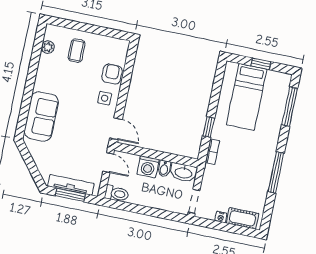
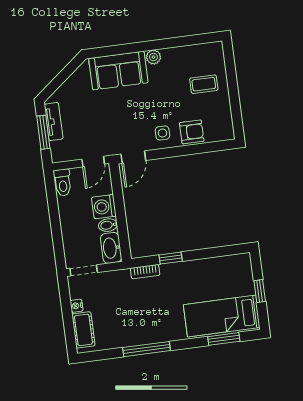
plant: (48, 47) -> (153, 57), moved
bed: (247, 97) -> (222, 316), moved
window: (290, 107) -> (224, 339), width x0.69
tv unit: (71, 185) -> (54, 122), width x0.71

